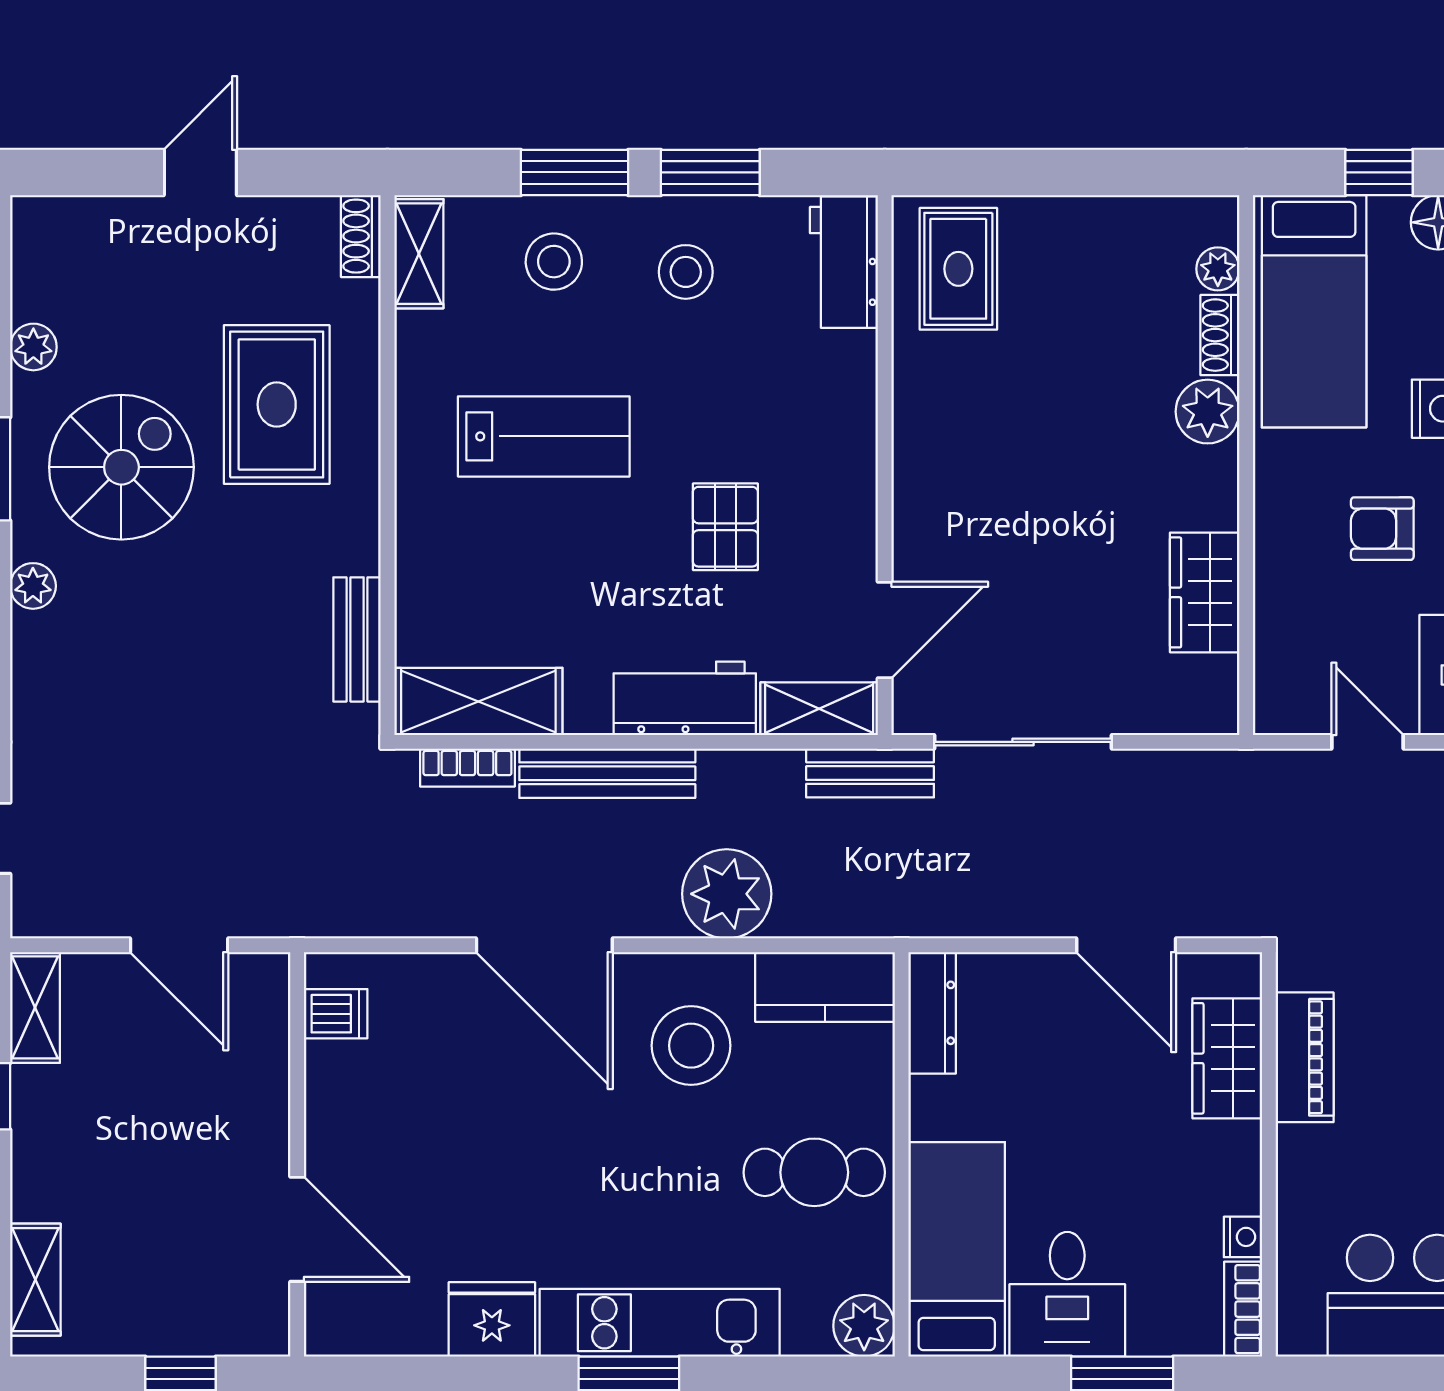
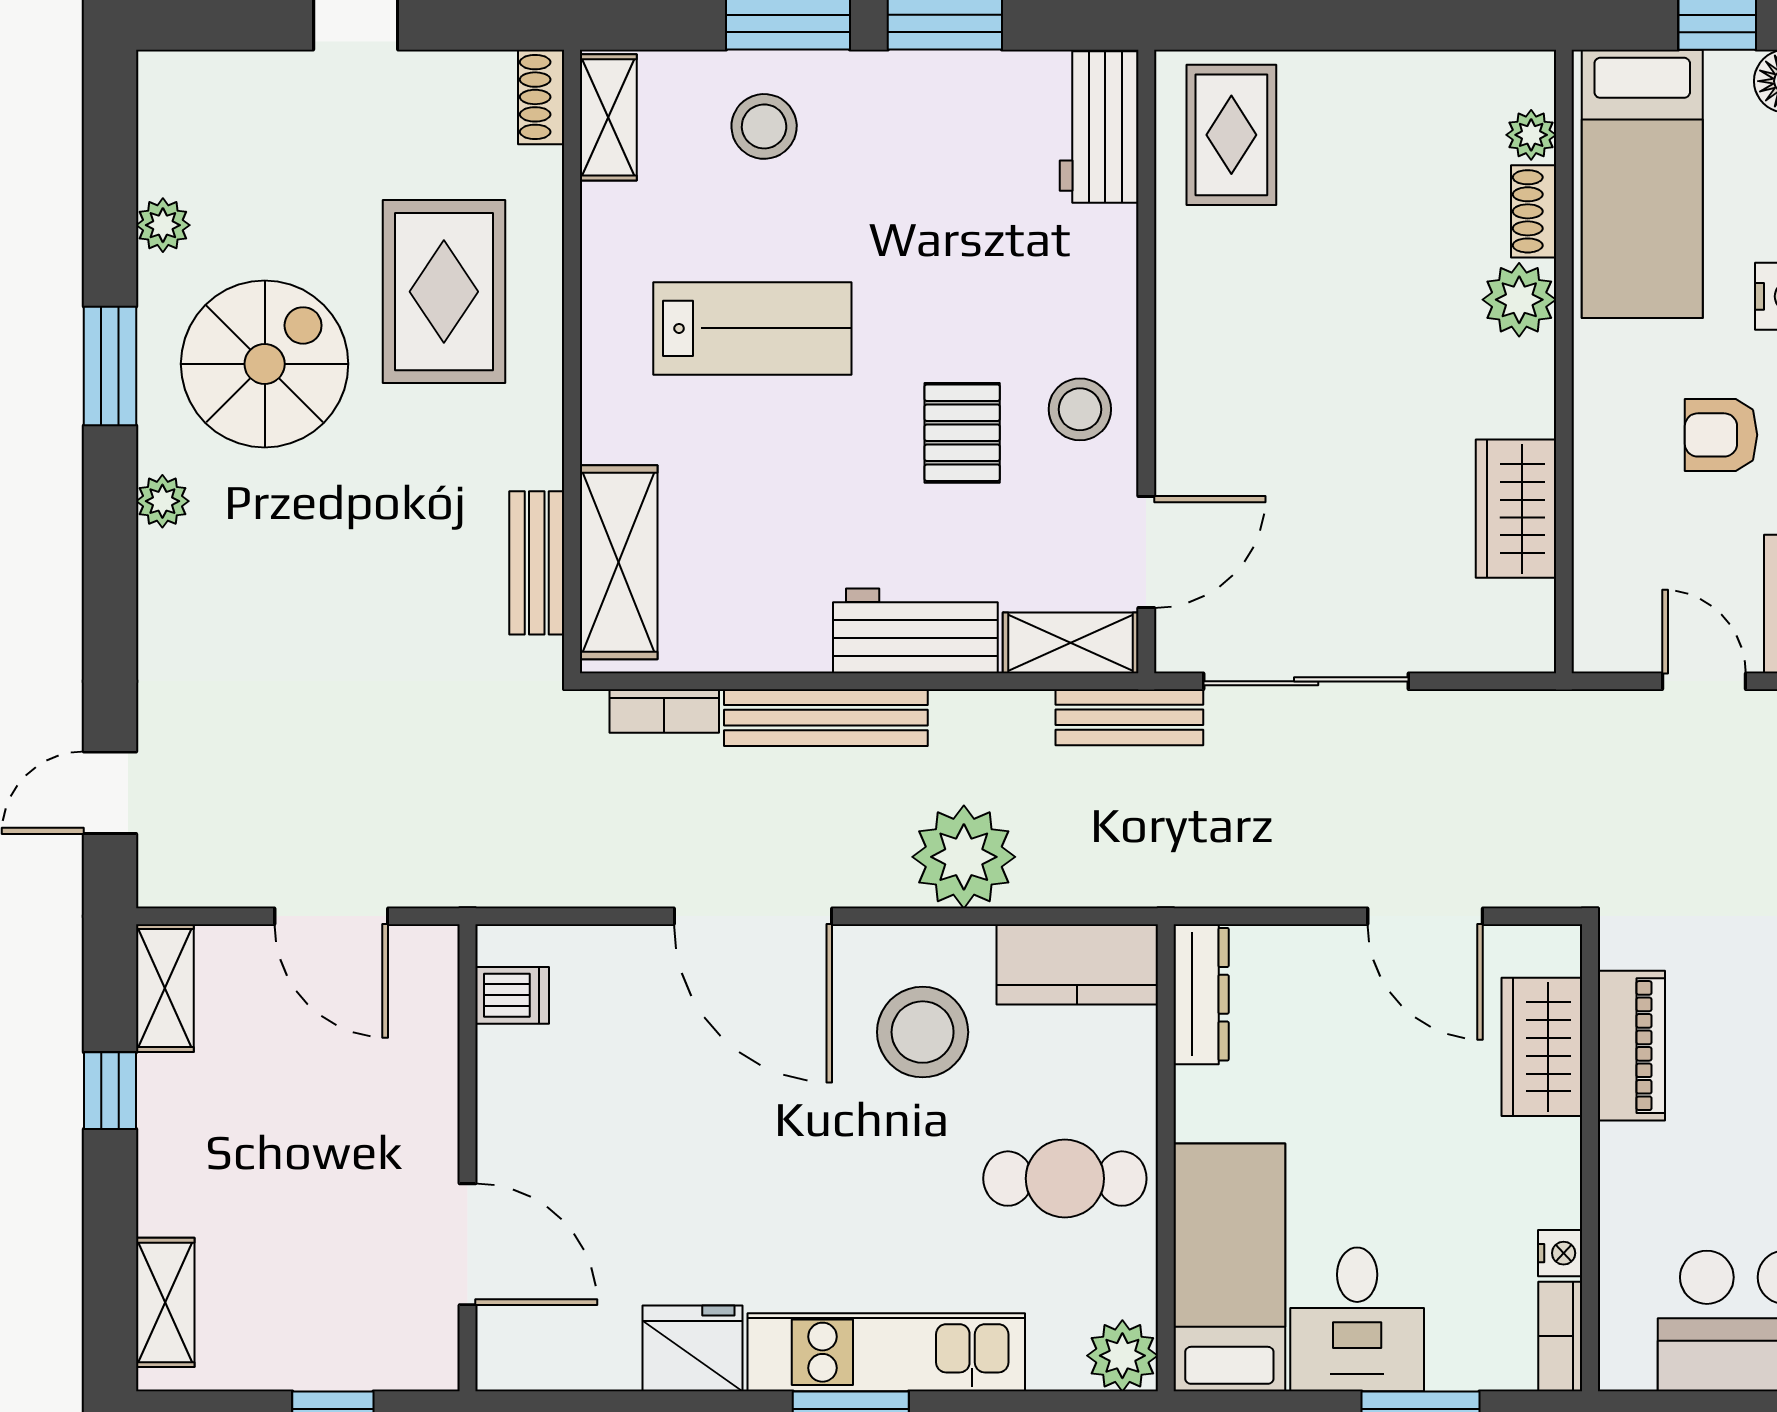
stool: (686, 272) -> (1080, 409), moved
shelving: (478, 701) -> (619, 562), moved, turned 90

